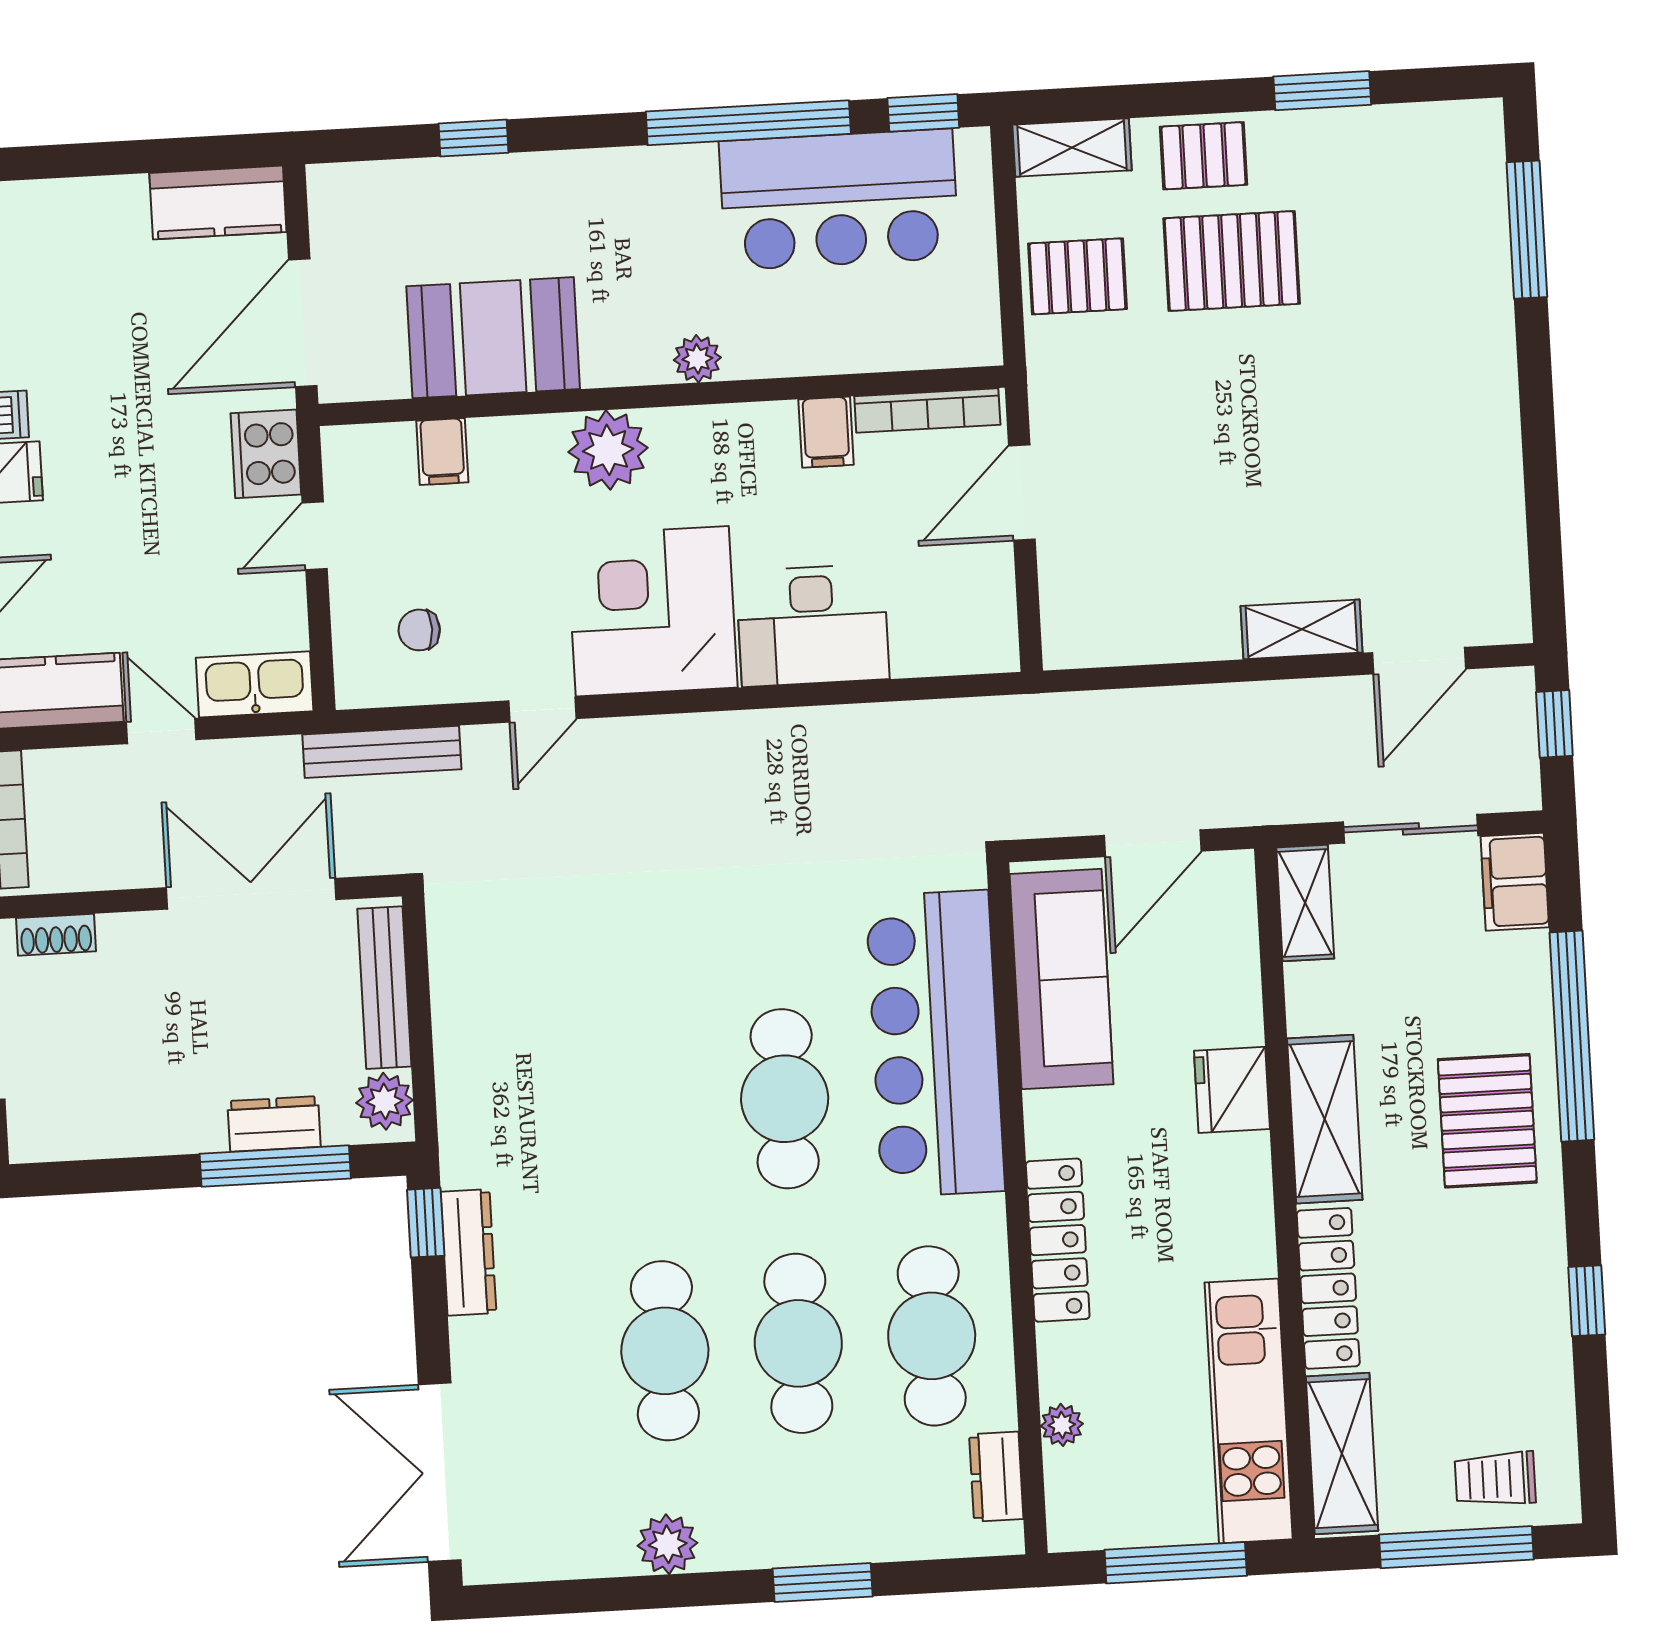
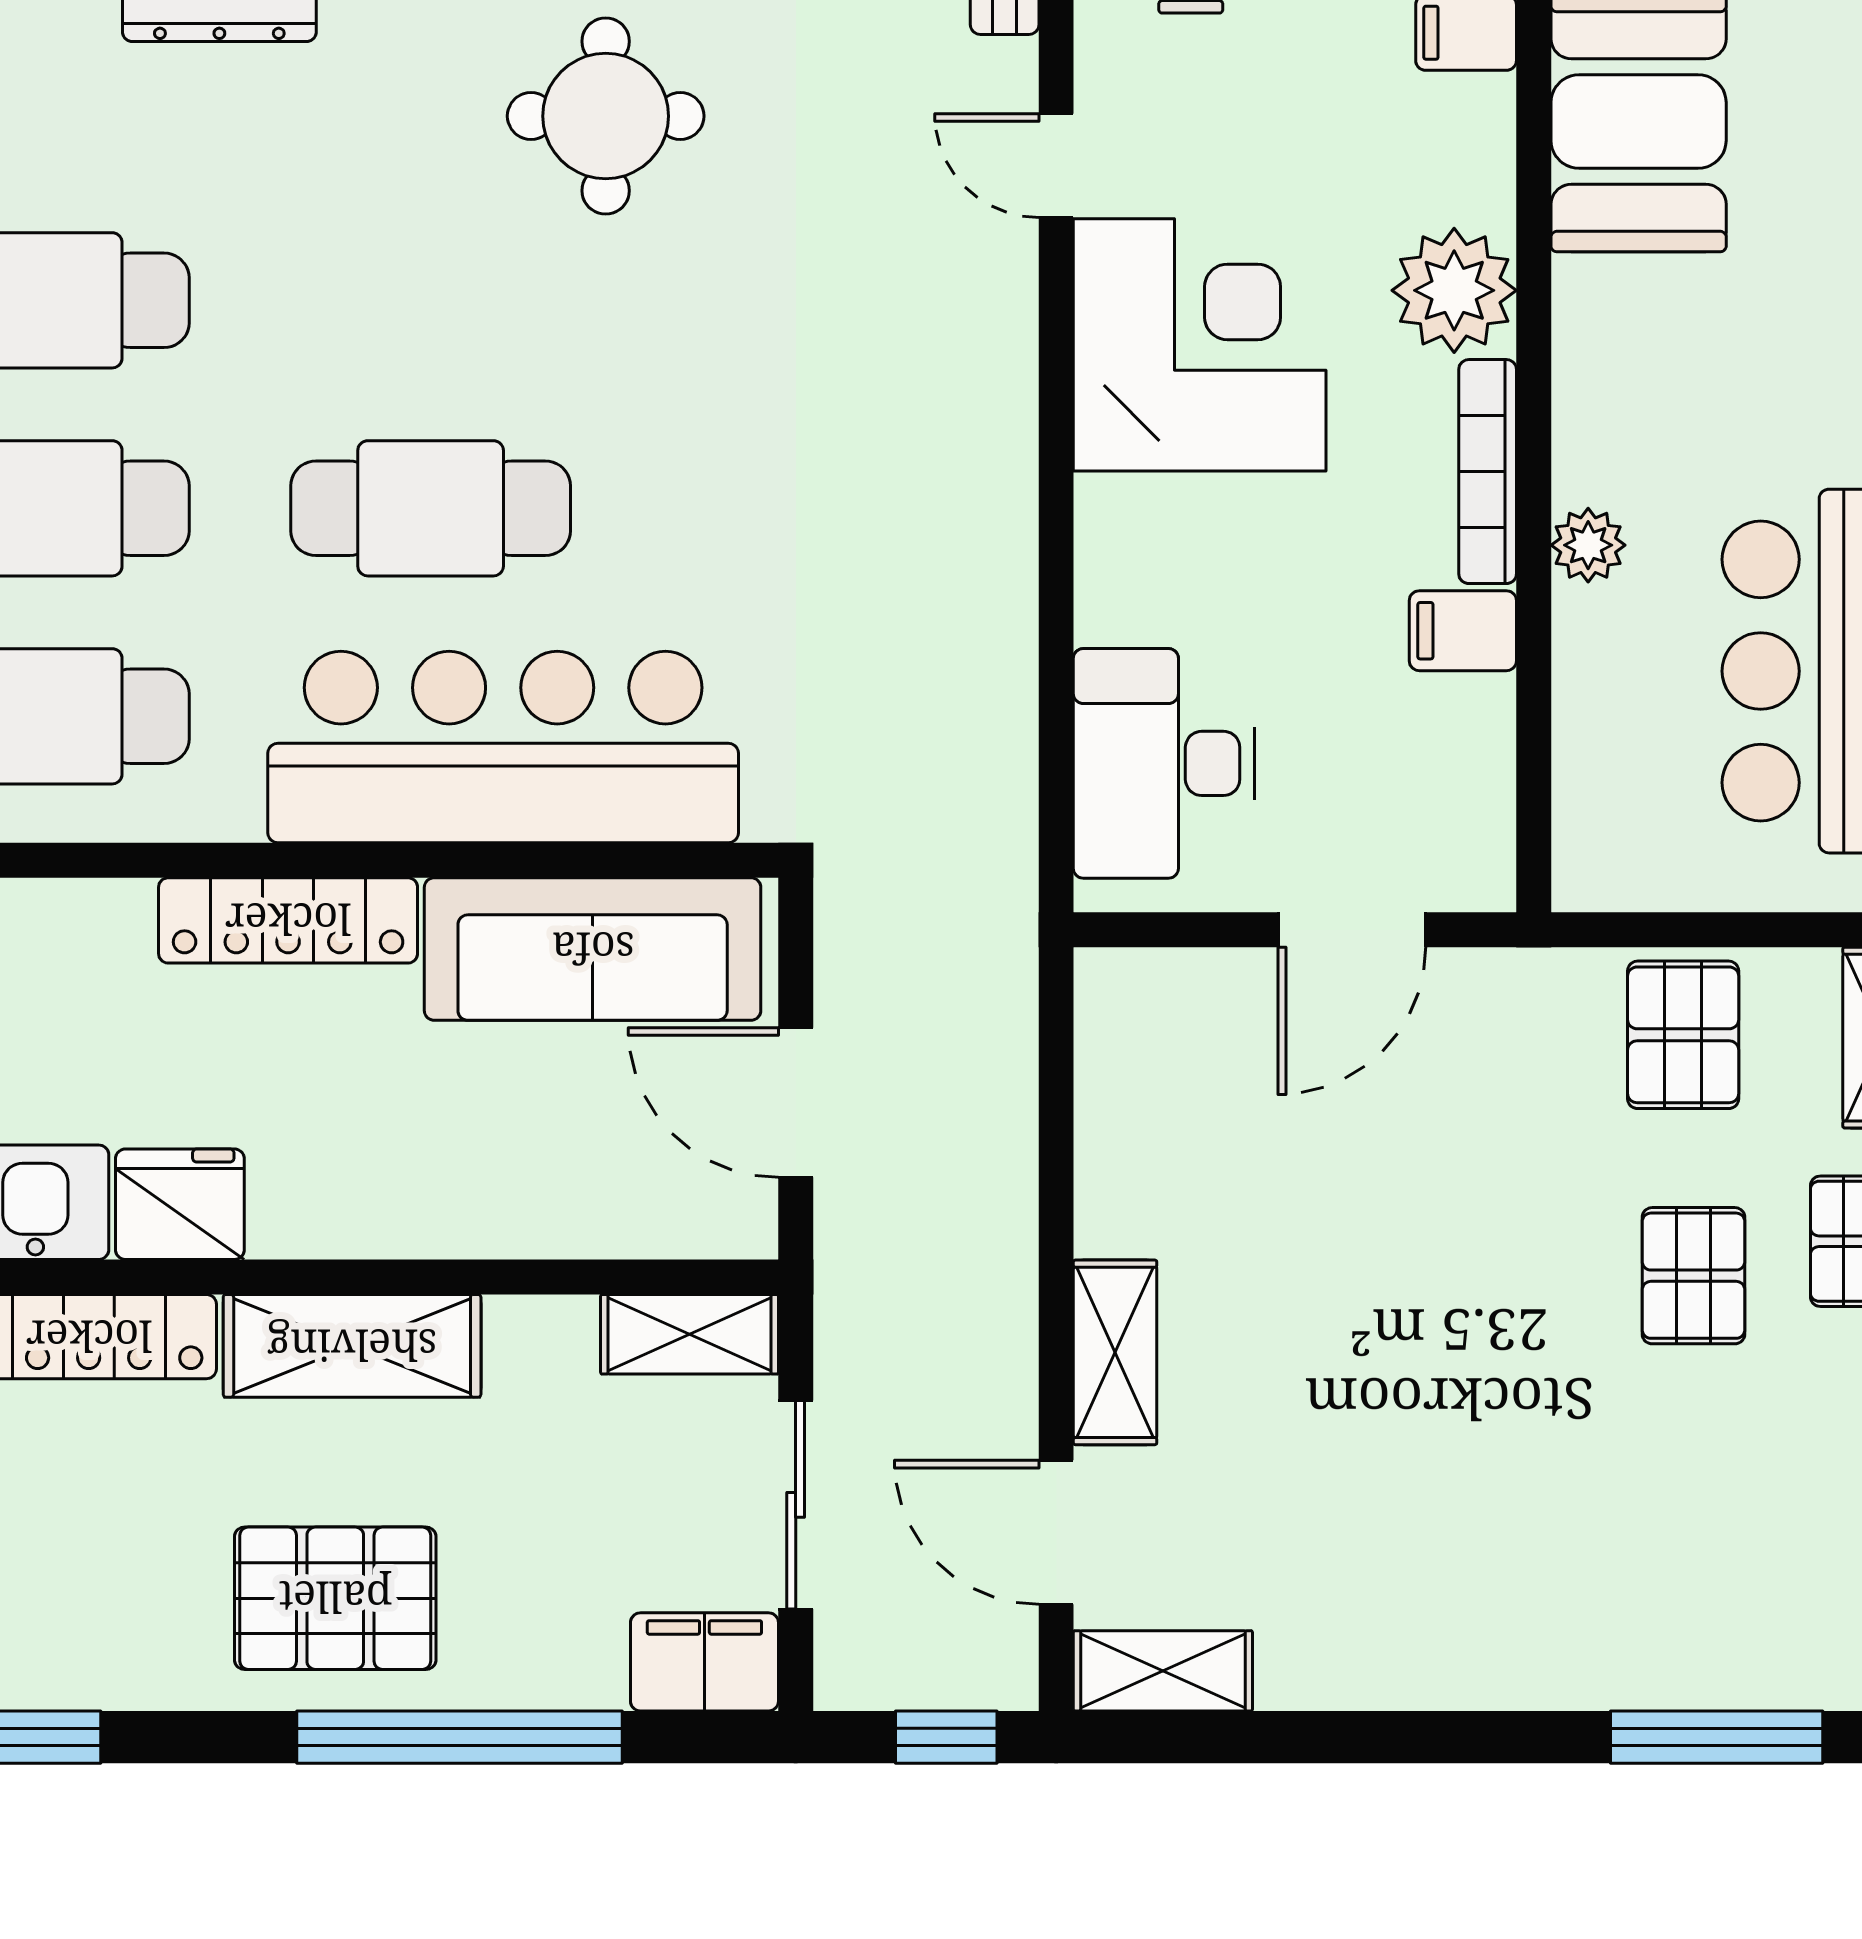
pallet: (1232, 261) -> (1693, 1276), width x0.67, depth x0.71
plant: (697, 359) -> (1588, 545), moved
bookcase: (927, 411) -> (1488, 472), moved
door: (1022, 493) -> (1352, 930), swing flipped
shelving: (1504, 587) -> (1163, 1671), added
desk: (813, 625) -> (1164, 763), moved
round table: (527, 1001) -> (606, 116), added
fridge: (1232, 1090) -> (180, 1204), moved
locker: (1058, 1240) -> (288, 920), moved

